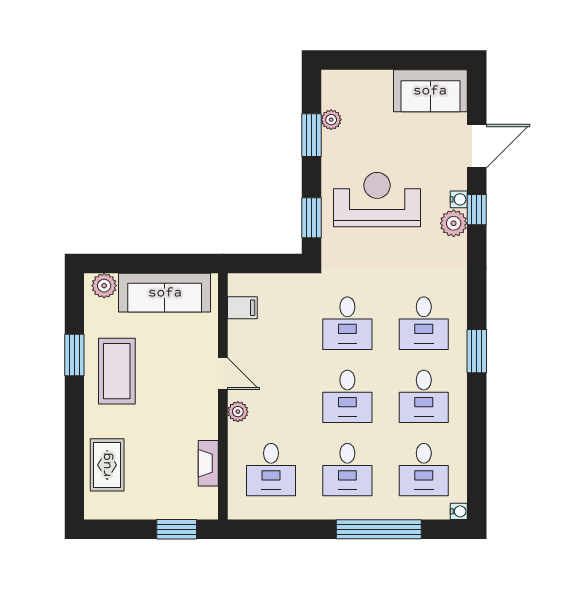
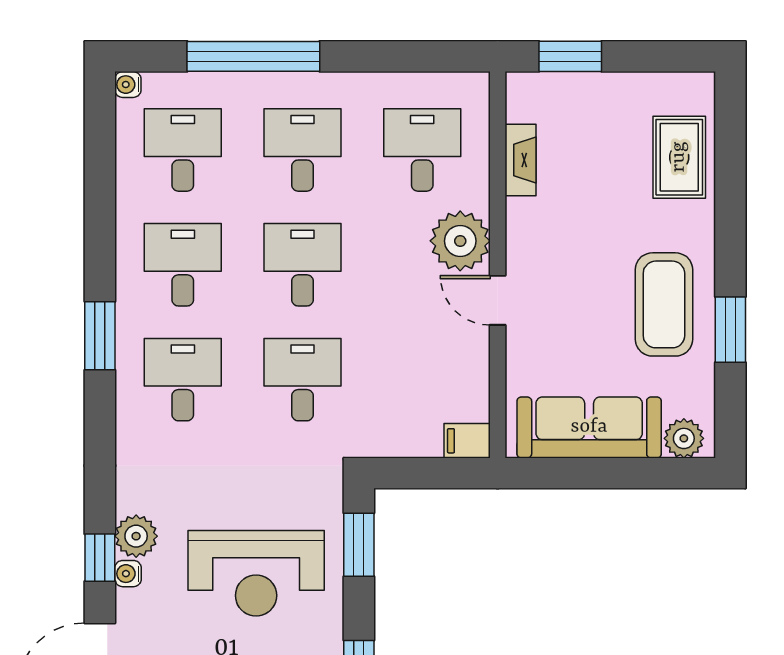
filing cabinet: (242, 308) -> (467, 441), moved
plant: (238, 412) -> (460, 241), width x1.88, depth x1.88

